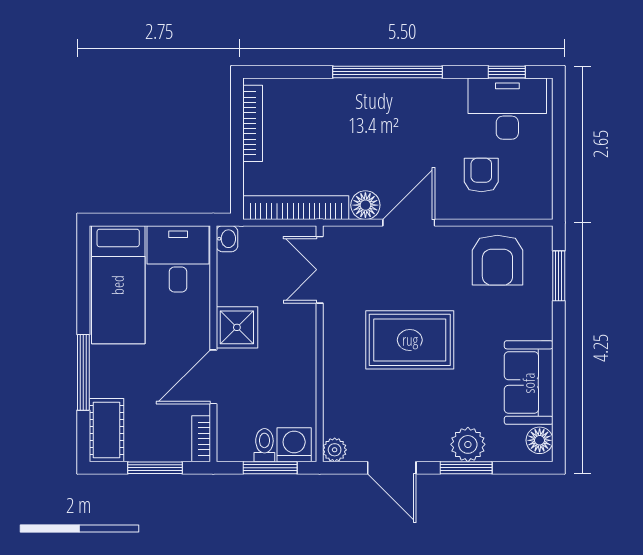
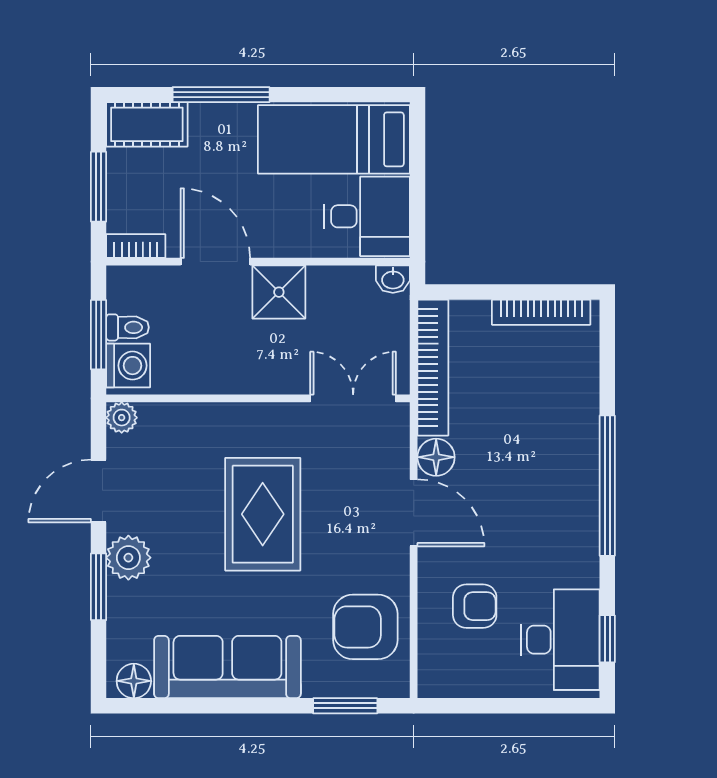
sofa: (529, 383) -> (227, 667), width x1.36
plant: (468, 444) -> (128, 558), moved

